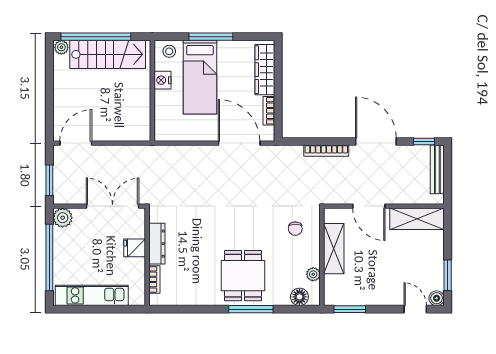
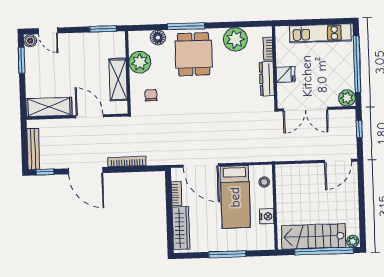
stool: (169, 51) -> (264, 182), moved
bed: (200, 77) -> (235, 197), moved, turned 180
window: (49, 180) -> (359, 129), width x0.67
plant: (313, 274) -> (140, 62), width x1.88, depth x1.88
plant: (193, 292) -> (235, 39), added
floor lamp: (299, 297) -> (158, 38), moved

